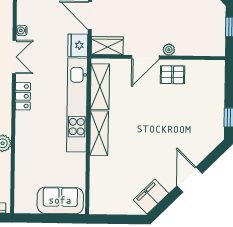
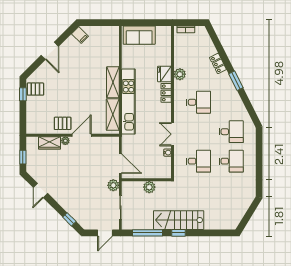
fridge: (78, 45) -> (164, 74), moved, turned 180
wardrobe: (107, 46) -> (49, 143), moved
locker: (23, 96) -> (166, 93), moved
pallet: (211, 125) -> (35, 89), added
filing cabinet: (151, 197) -> (80, 35), width x0.50

